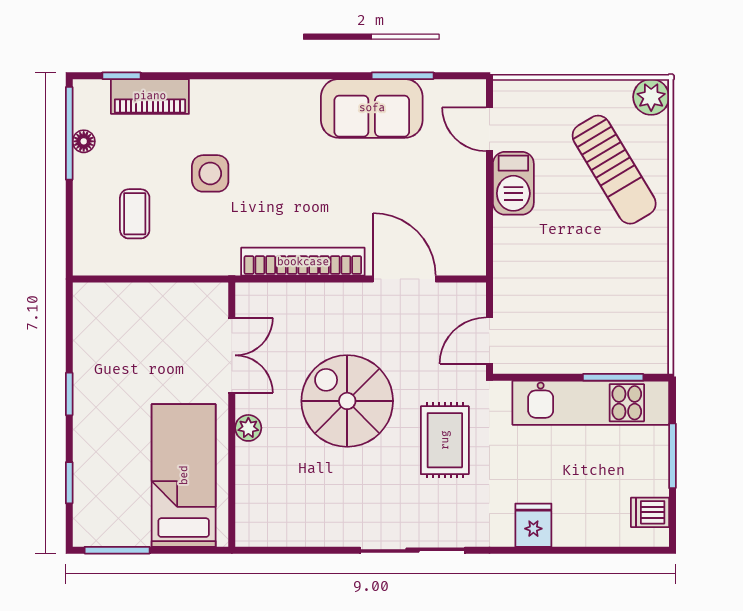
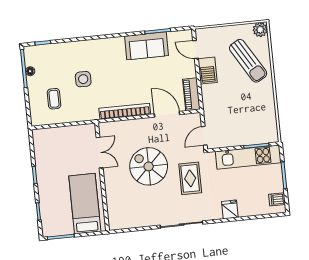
piano: (150, 96) -> (191, 94), moved, turned 90
plant: (248, 428) -> (109, 182), removed

